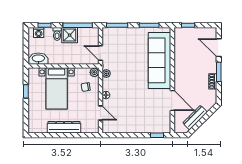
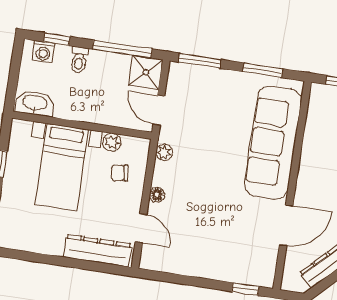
shower: (70, 35) -> (146, 72), moved
plant: (94, 72) -> (112, 142), moved
door: (172, 101) -> (286, 225), hinge flipped
dresser: (64, 127) -> (97, 250), moved

